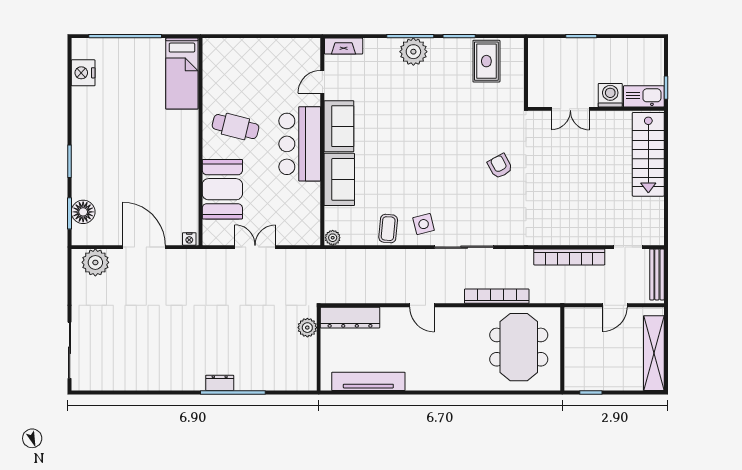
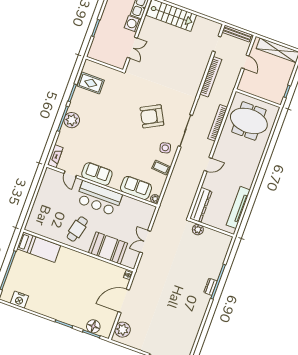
armchair: (500, 166) -> (152, 116), moved, width x1.88, depth x1.88
sofa: (339, 179) -> (136, 188), moved

